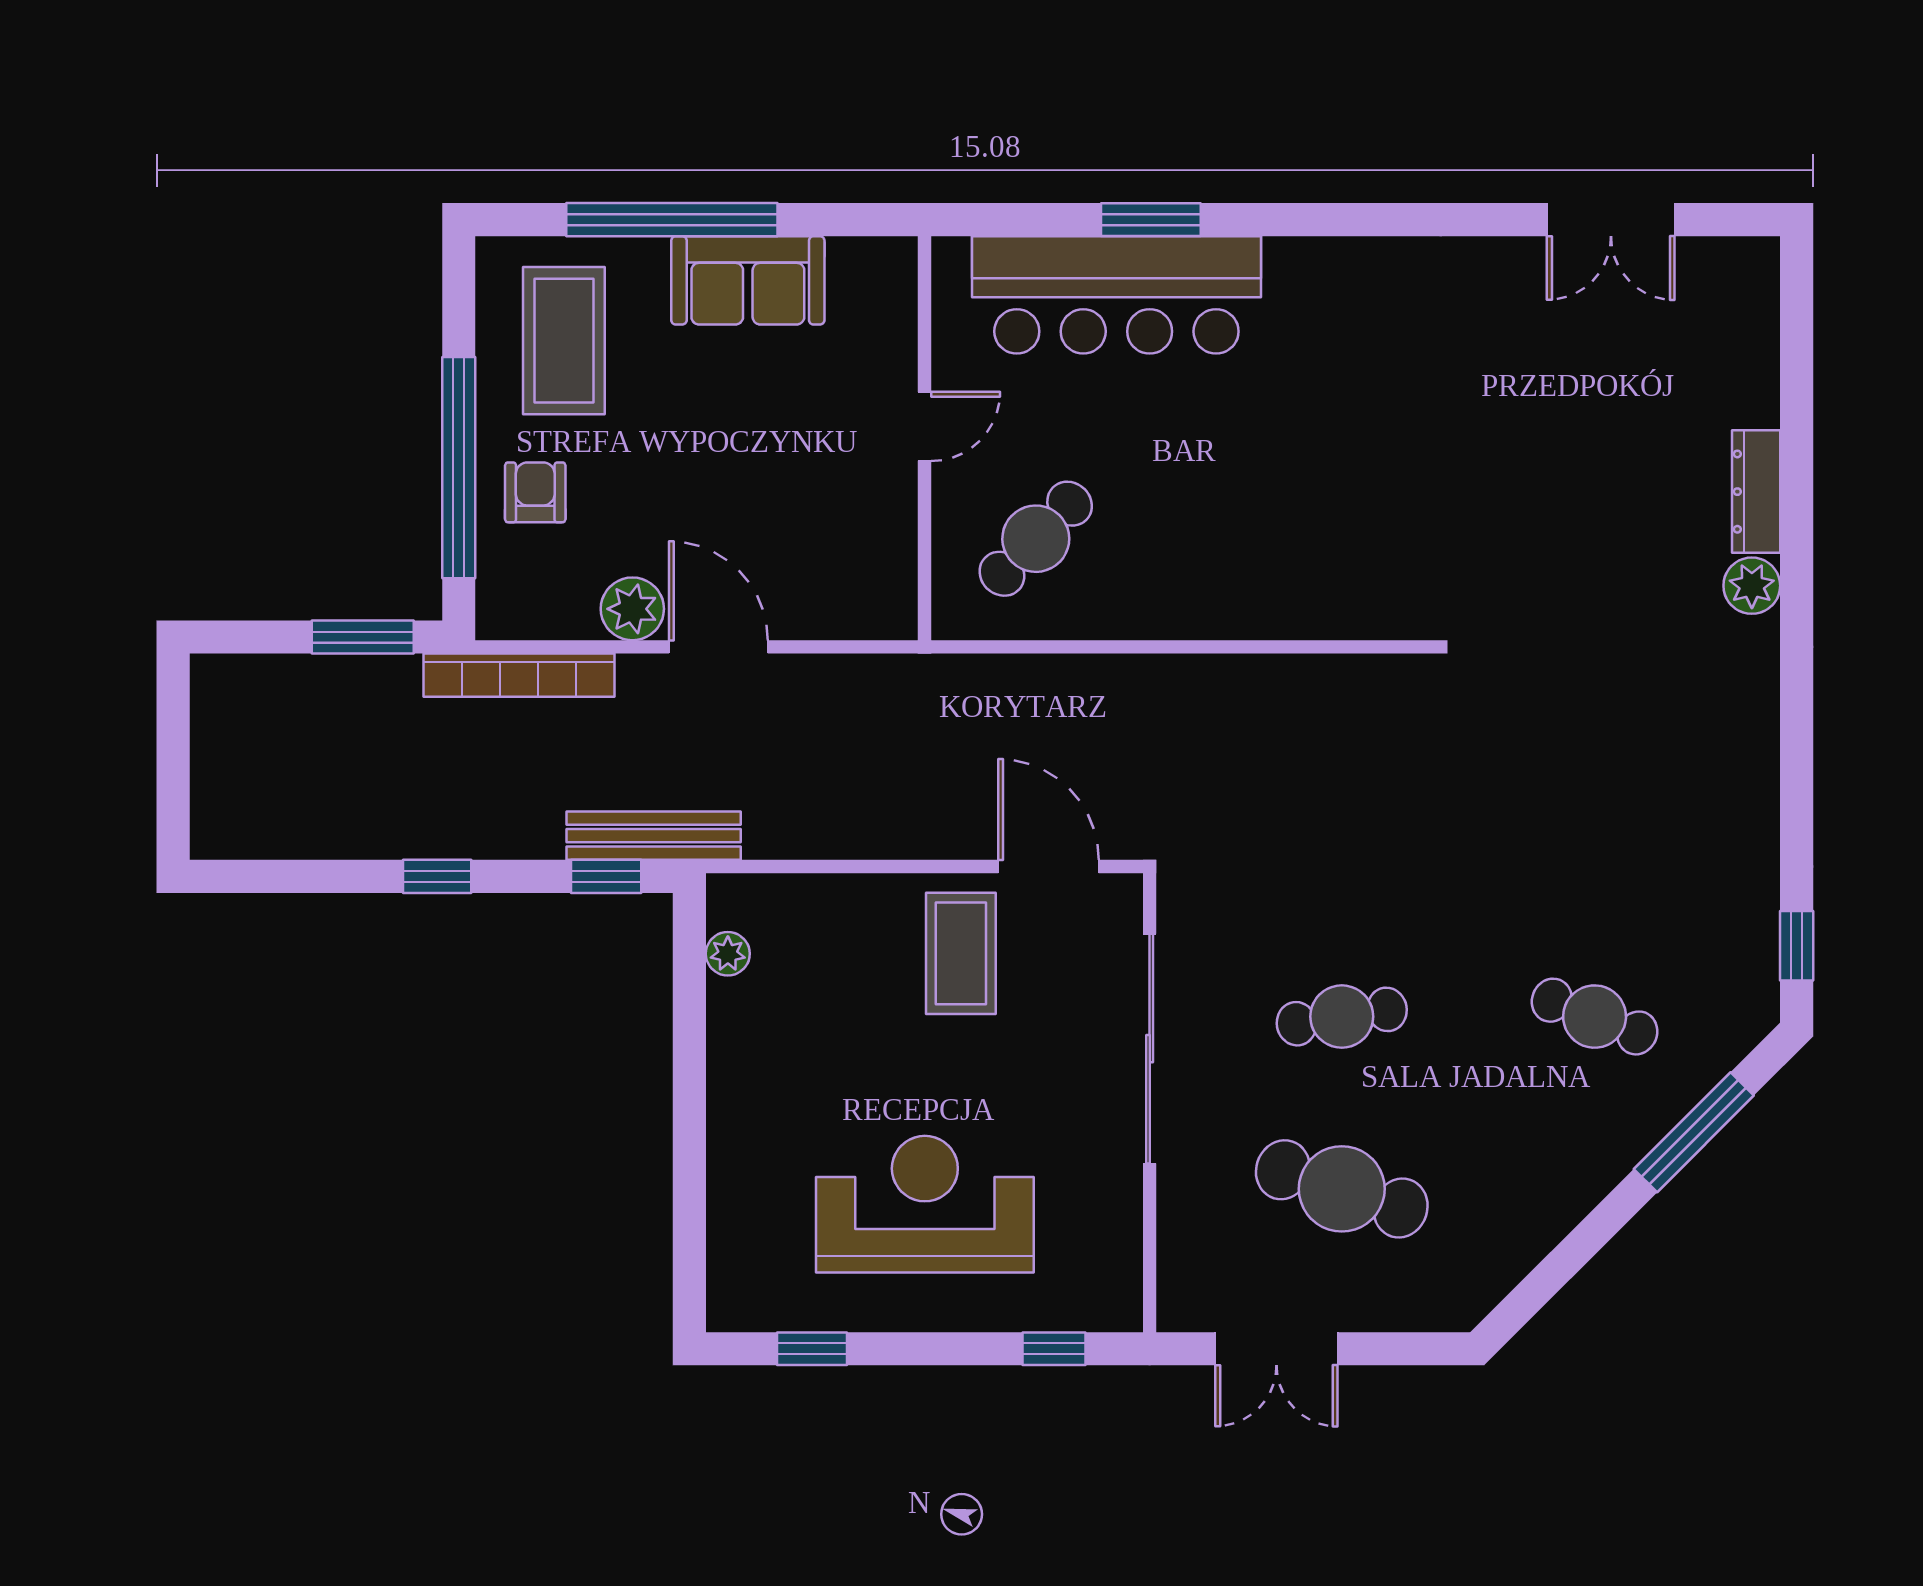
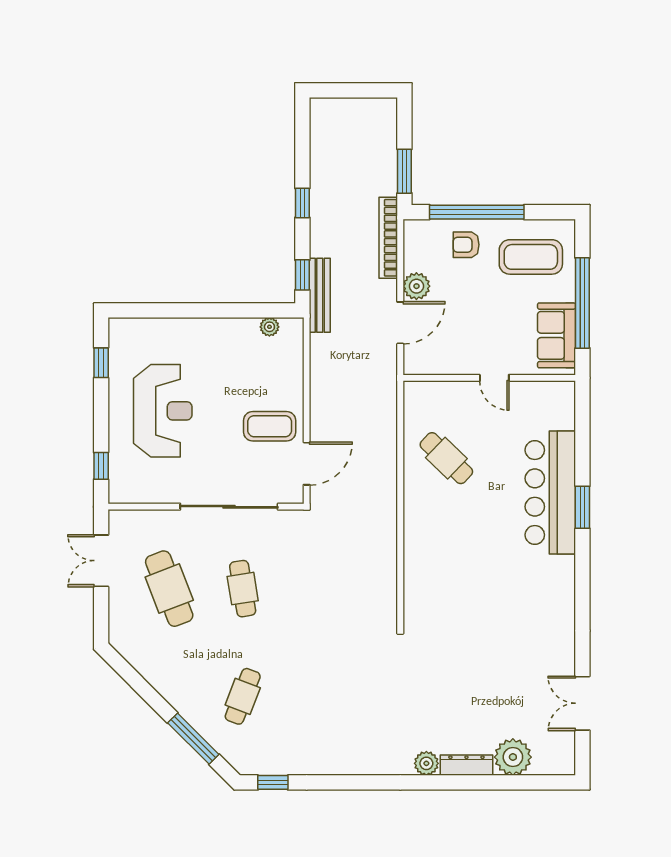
plant: (1737, 383) -> (513, 757), added
door: (924, 426) -> (494, 378), moved
wall: (924, 438) -> (489, 378), moved
armchair: (535, 492) -> (466, 245), turned 180
cafe table: (1342, 1189) -> (169, 589), turned -39

